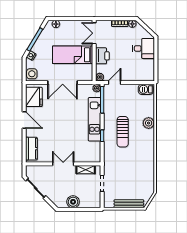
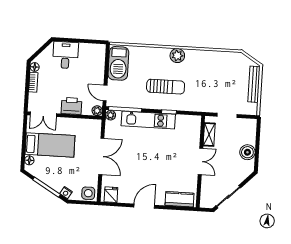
bed: (73, 55) -> (50, 145), moved, turned -90
barbecue: (146, 89) -> (118, 63), width x1.88, depth x1.53
fridge: (34, 97) -> (111, 195), width x0.53, depth x0.75
plant: (149, 123) -> (177, 56), moved
double door: (63, 164) -> (200, 161), swing flipped

